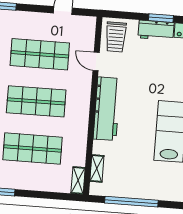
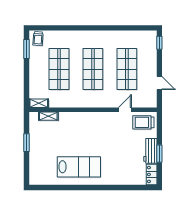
workbench: (107, 109) -> (92, 120), removed
window: (131, 202) -> (26, 143), width x0.47

